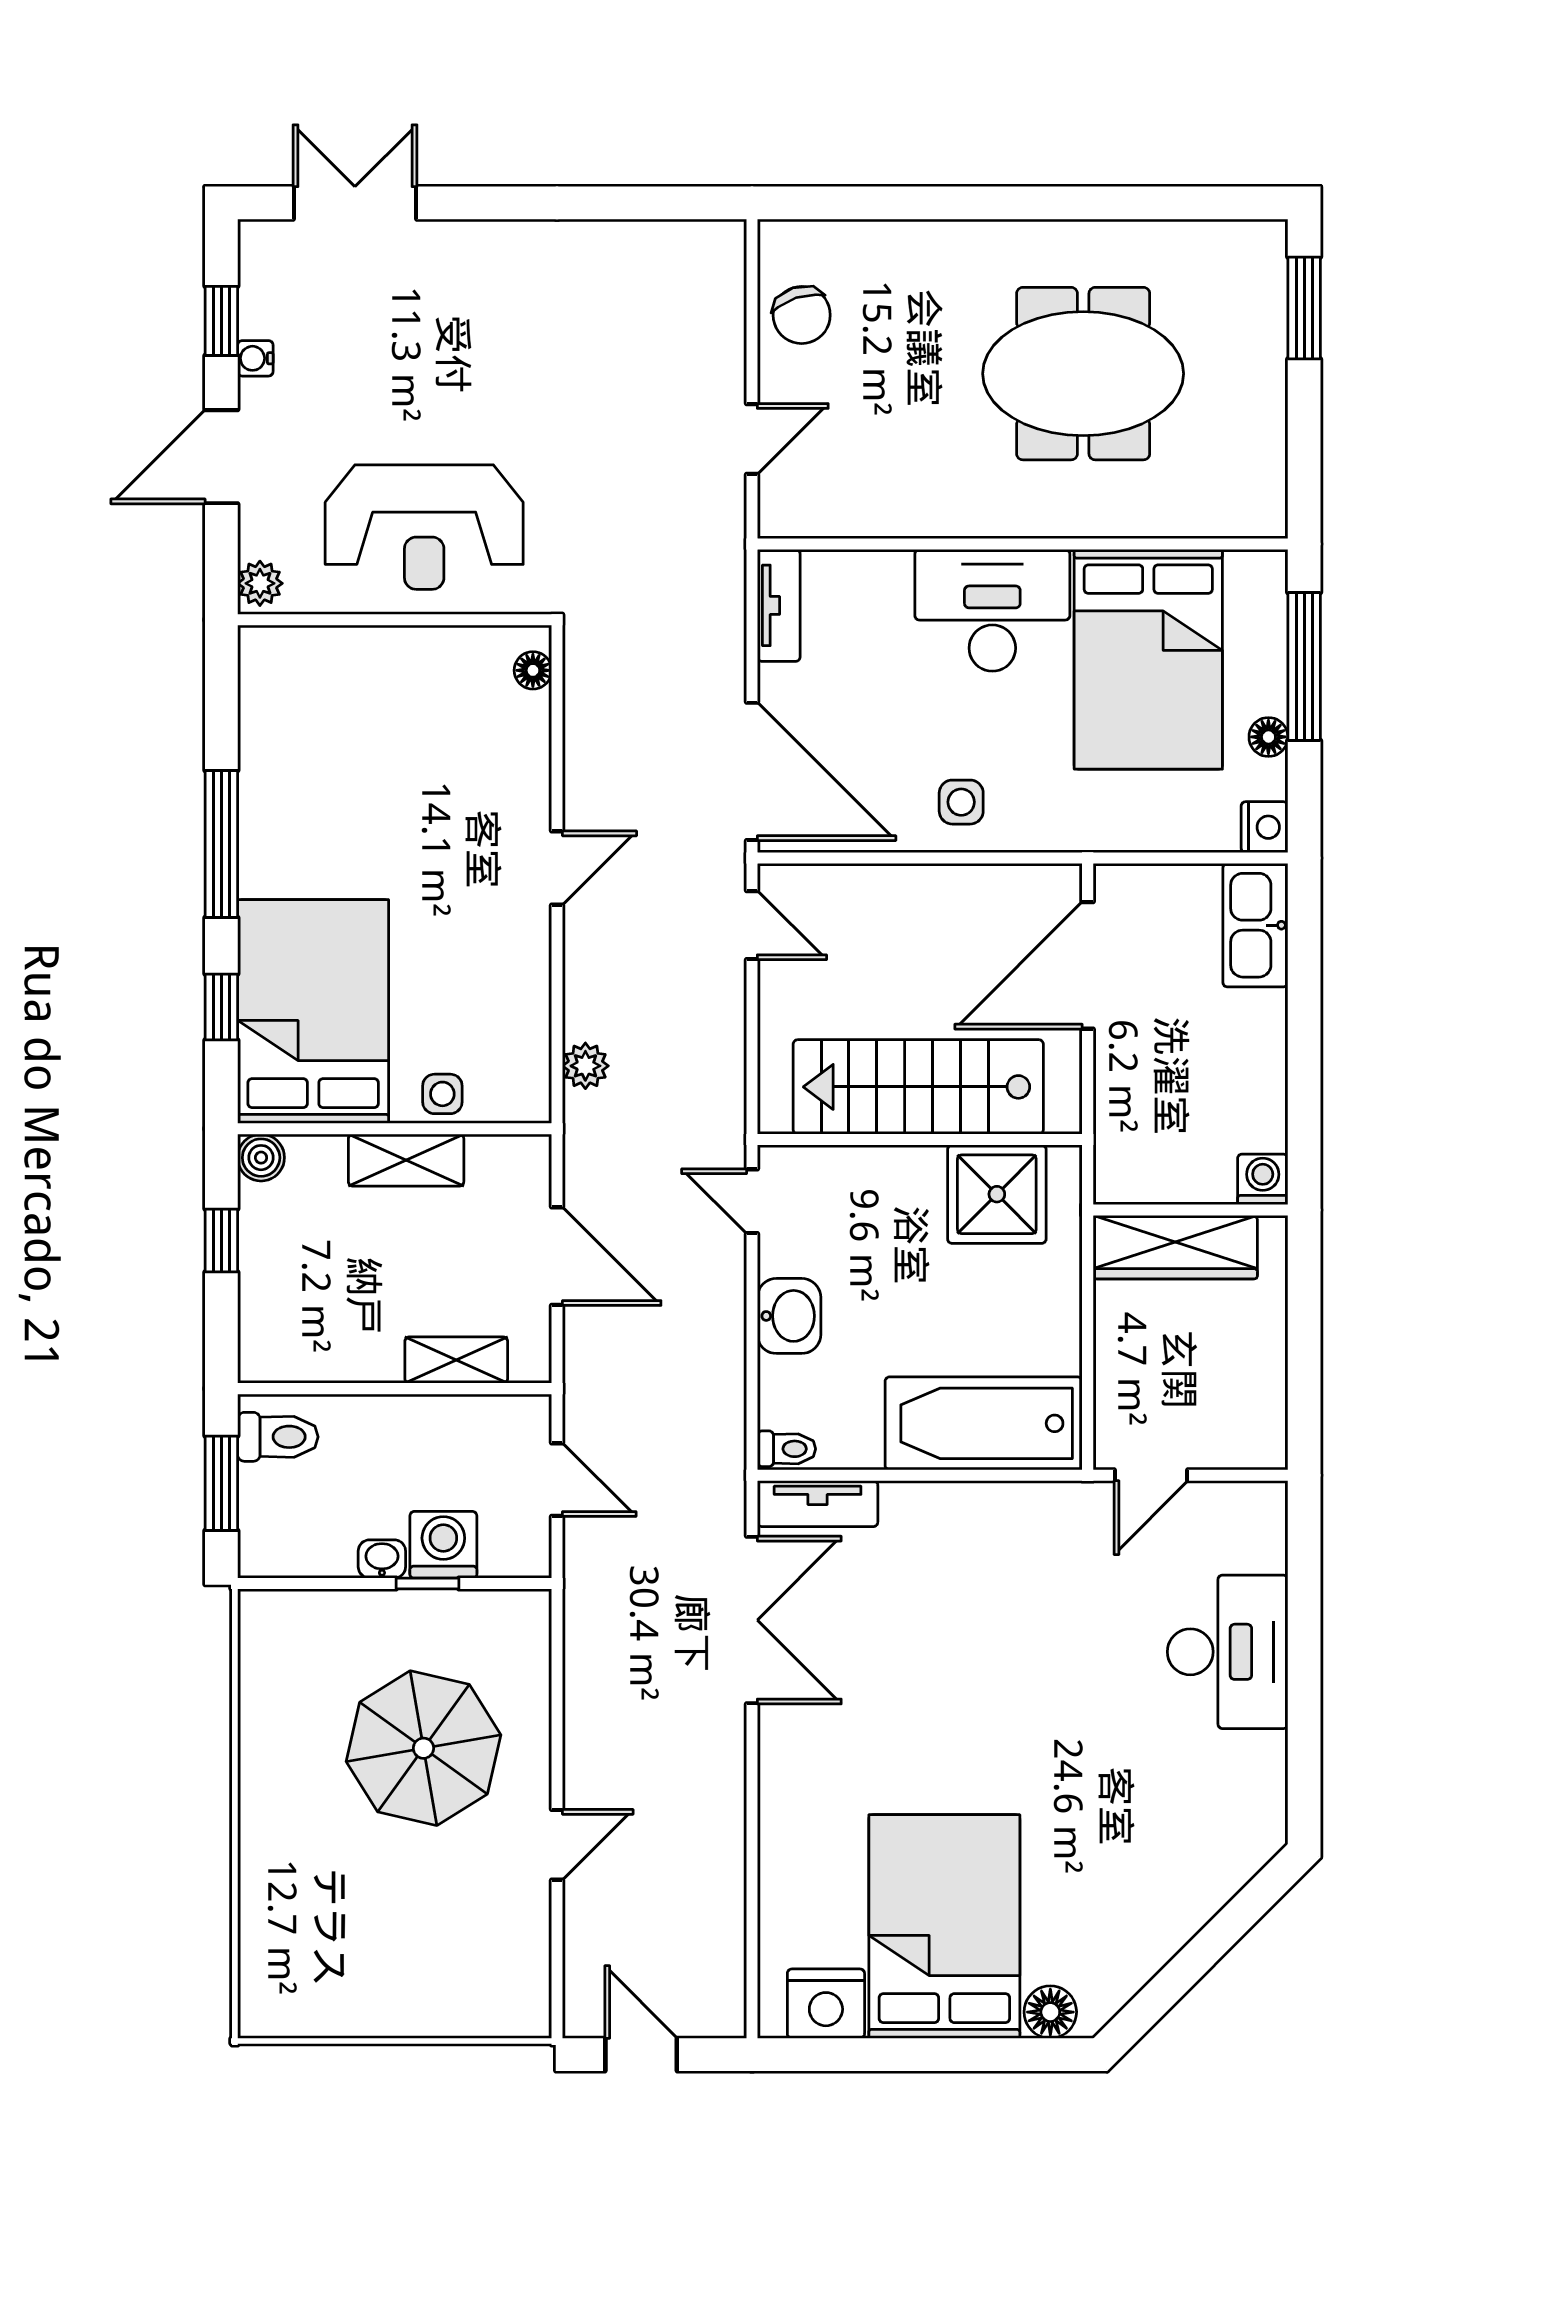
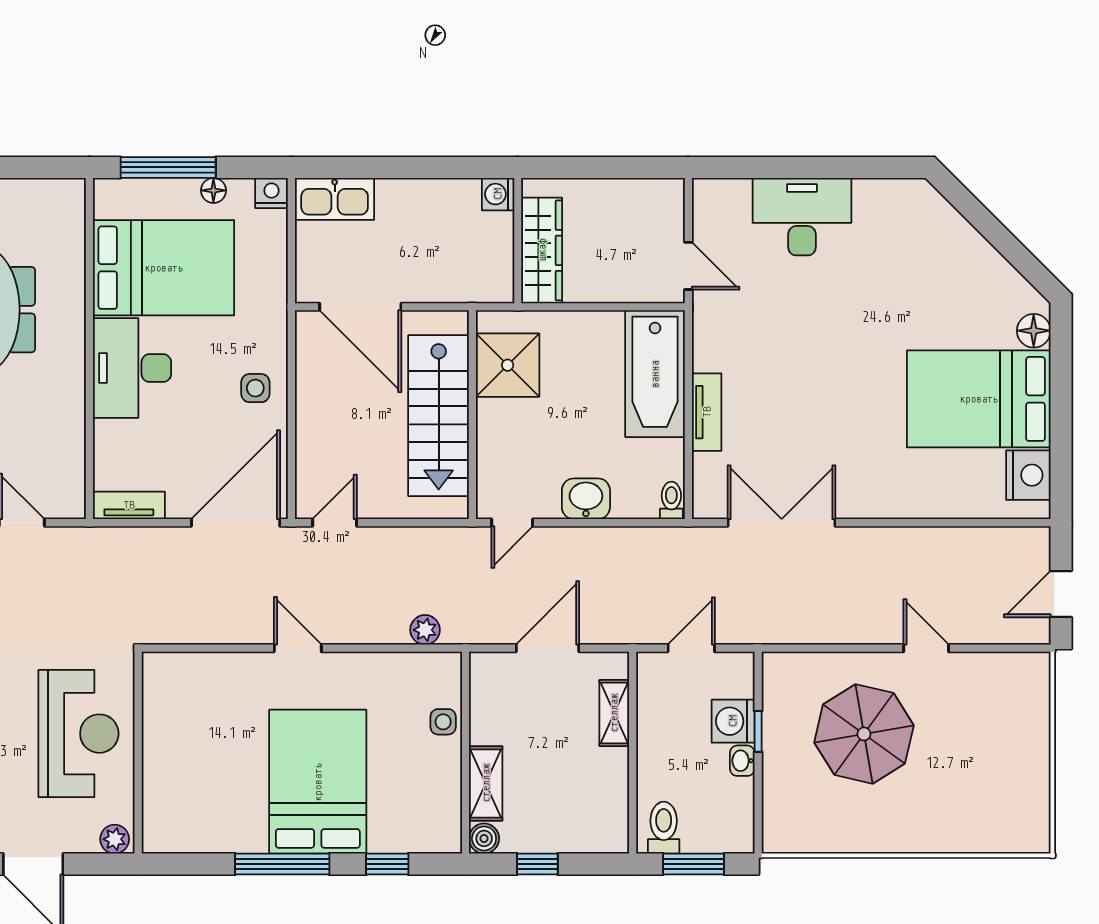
floor lamp: (533, 670) -> (171, 664), removed
bed: (313, 1011) -> (318, 782), moved, turned 90
shelving: (406, 1160) -> (486, 783), moved
tv unit: (818, 1504) -> (707, 412), moved

